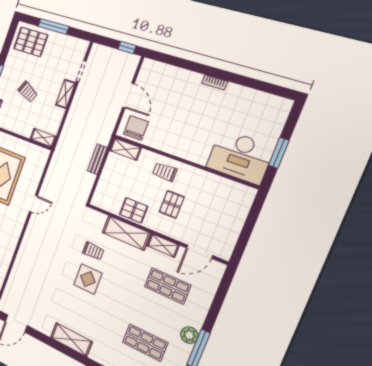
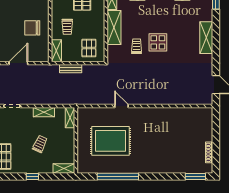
shelving: (65, 94) -> (44, 112), moved
chair: (136, 128) -> (32, 28), moved
trolley: (165, 172) -> (67, 27), moved
pallet: (134, 210) -> (89, 48), moved

